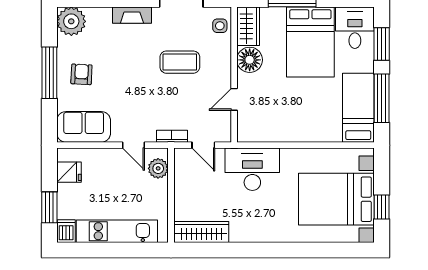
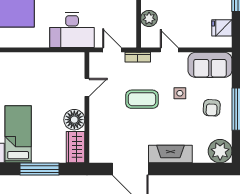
fireplace: (132, 15) -> (170, 154), width x1.37, depth x1.32
side table: (220, 26) -> (180, 93), moved
bed: (310, 42) -> (18, 134), width x0.67
coffee table: (180, 62) -> (142, 99), moved
plant: (158, 168) -> (149, 18), moved

